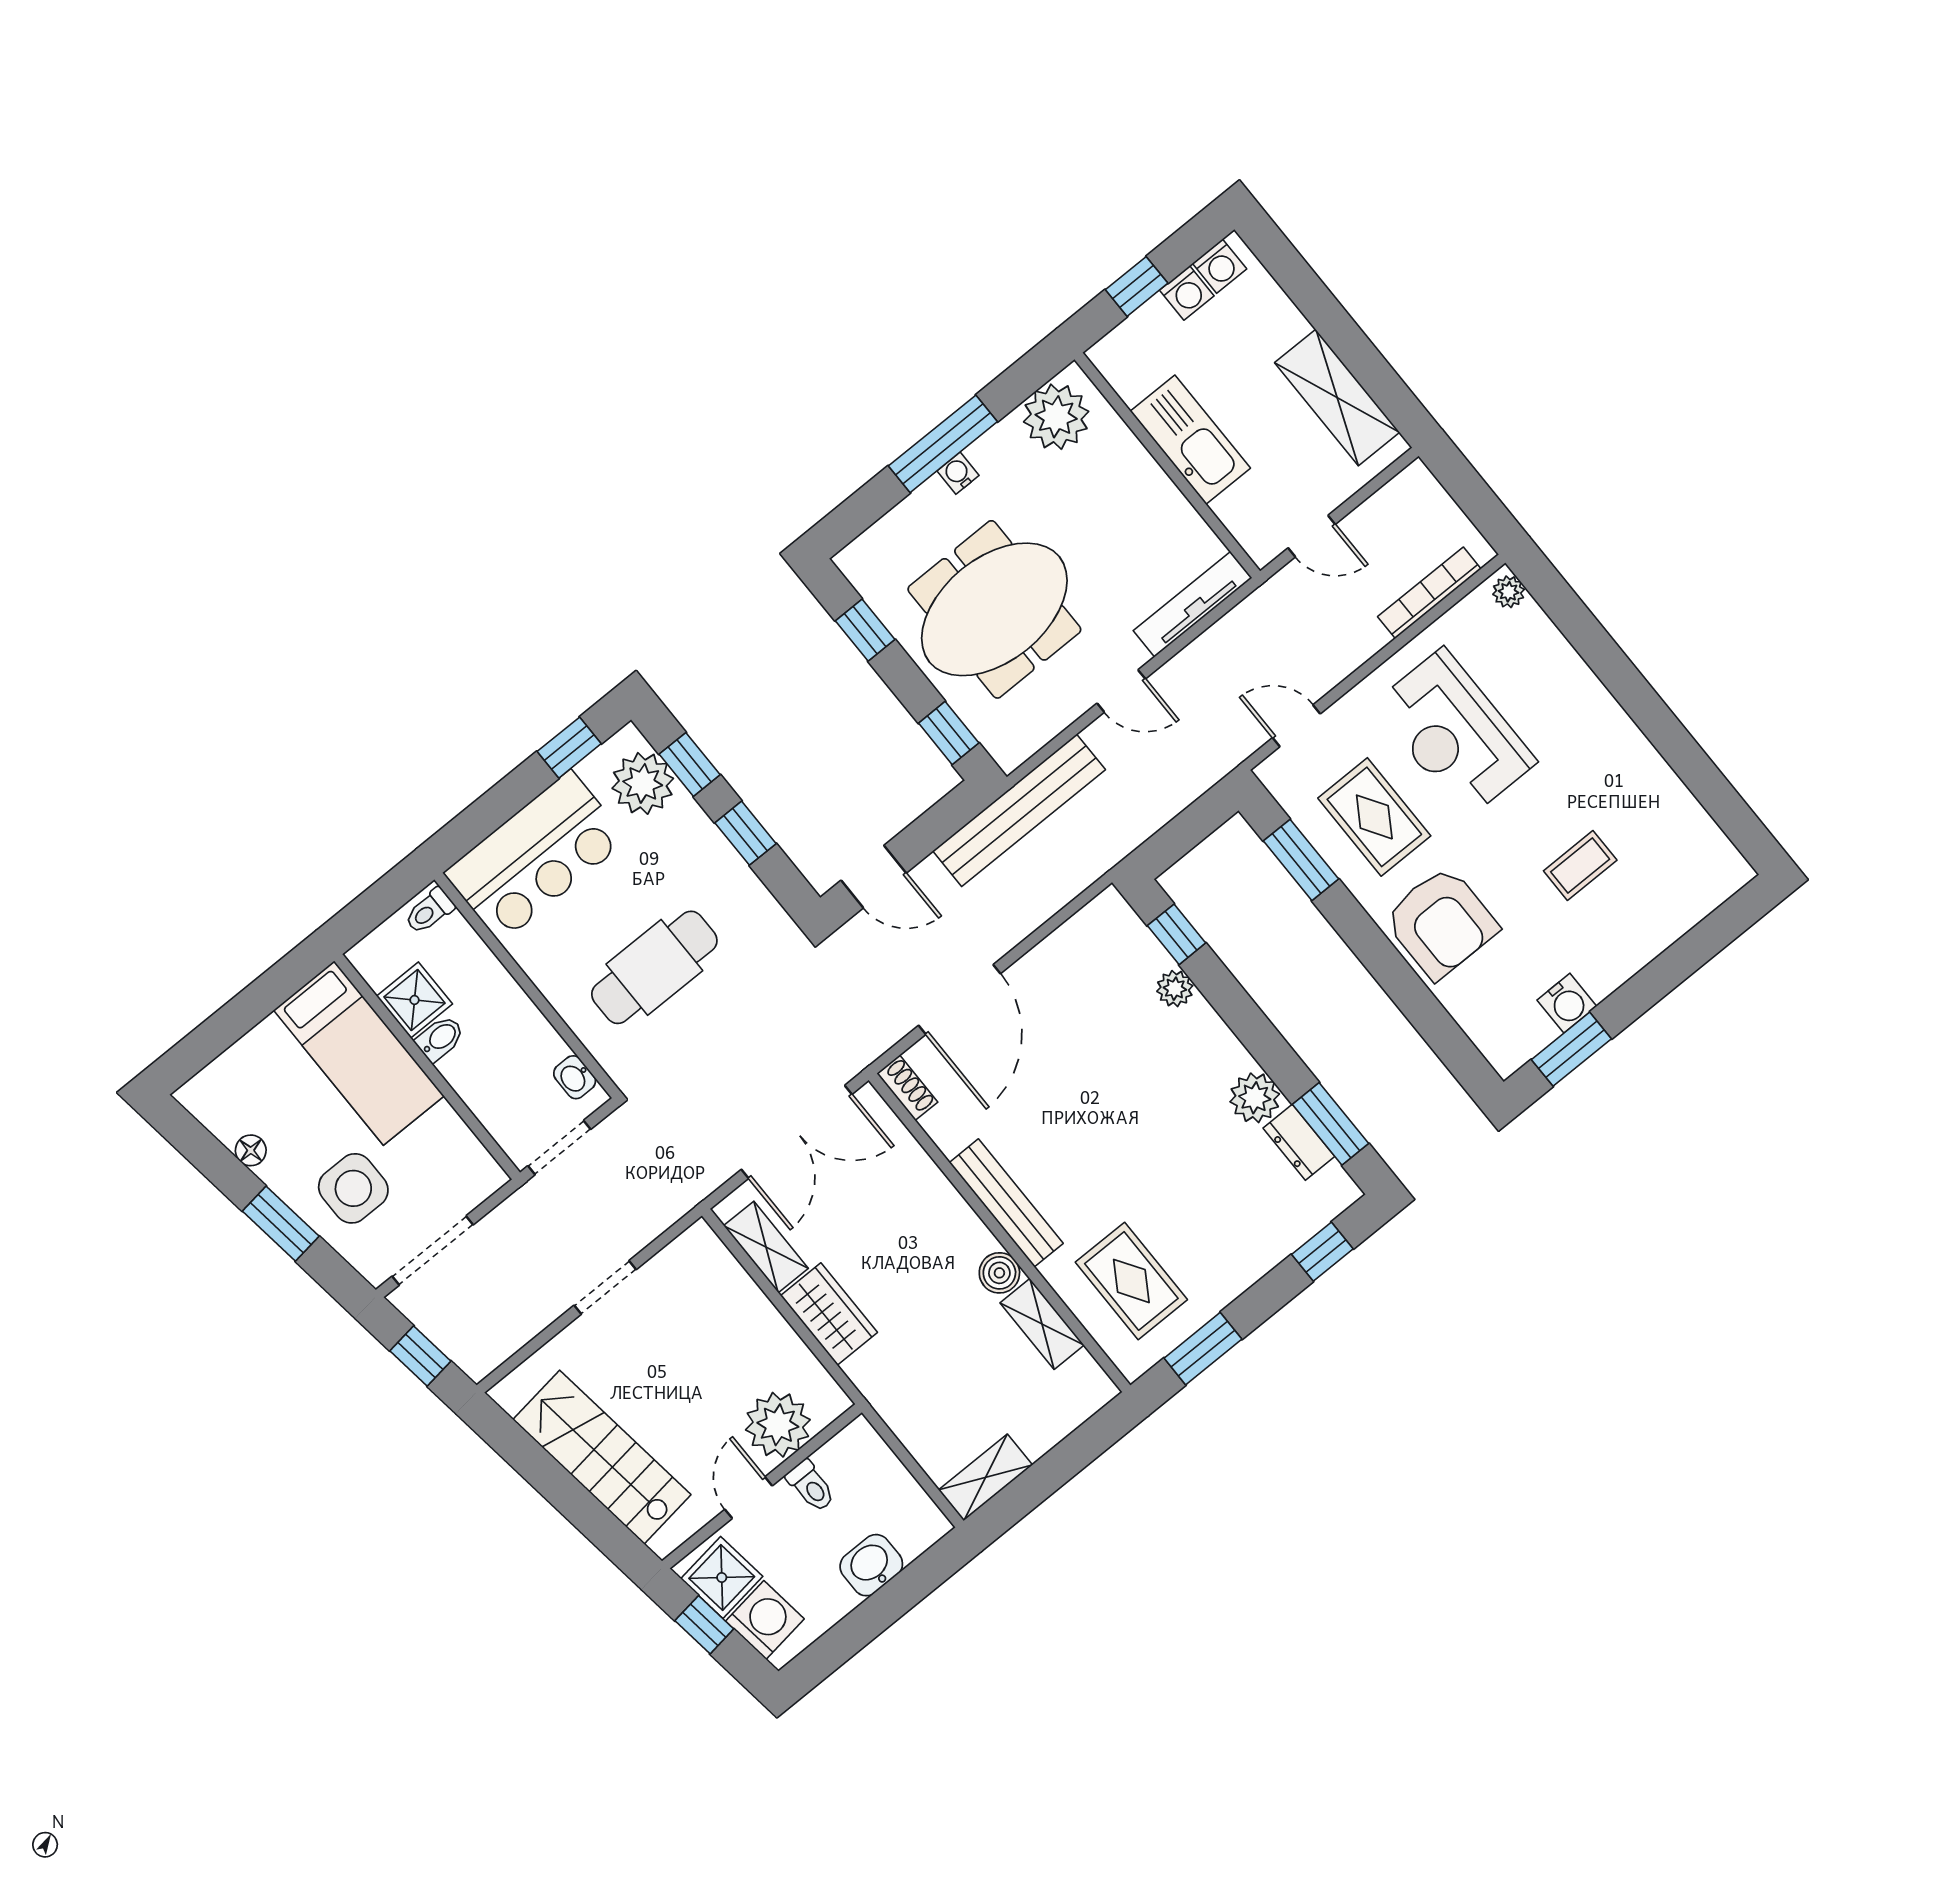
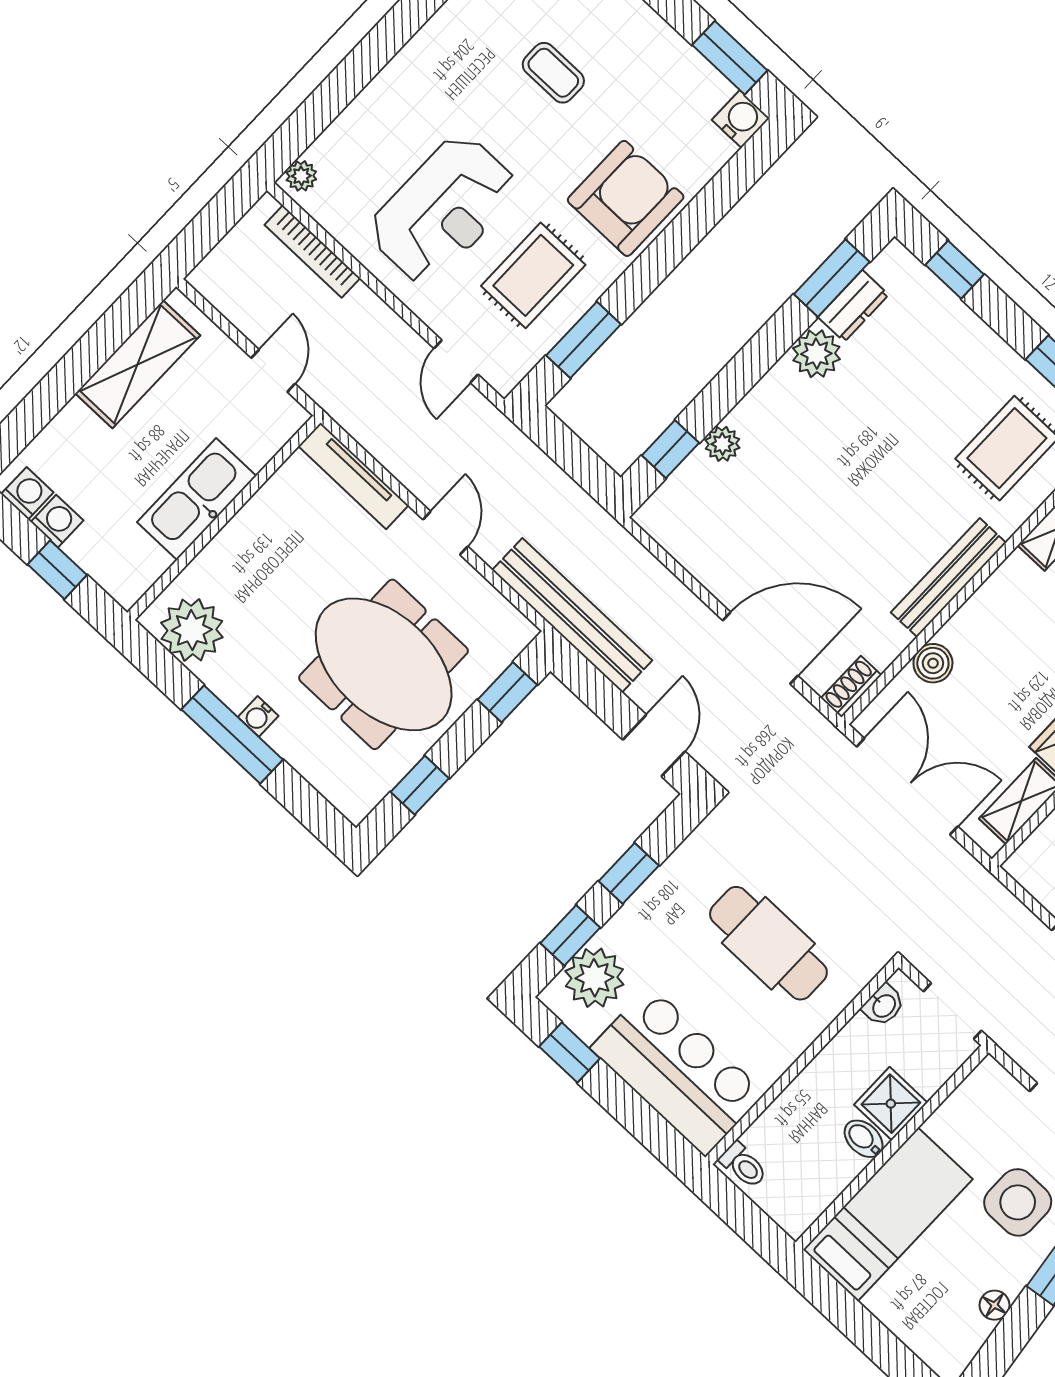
shower: (414, 1000) -> (891, 1104), moved
water cooler: (1567, 1003) -> (741, 119), moved
boiler: (999, 1273) -> (933, 663), moved

